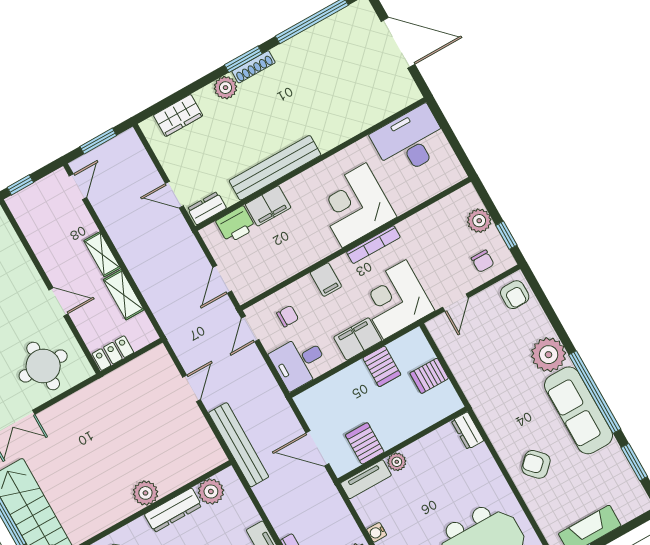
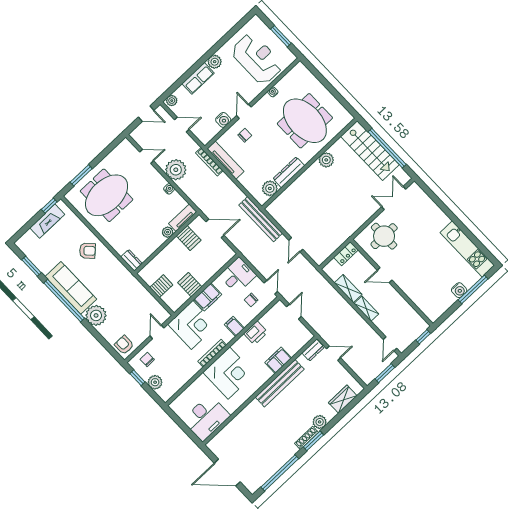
printer: (236, 225) -> (256, 333), moved, turned 180
plant: (145, 493) -> (326, 160), moved

